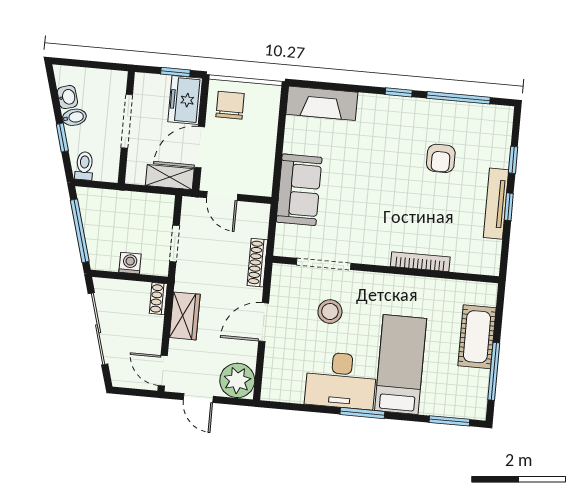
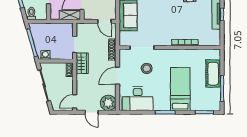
door: (222, 196) -> (105, 21), moved
washing machine: (130, 263) -> (45, 55), moved
wardrobe: (185, 316) -> (82, 63), moved
door: (163, 371) -> (75, 102), hinge flipped
desk: (341, 380) -> (138, 99), moved

